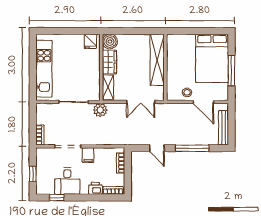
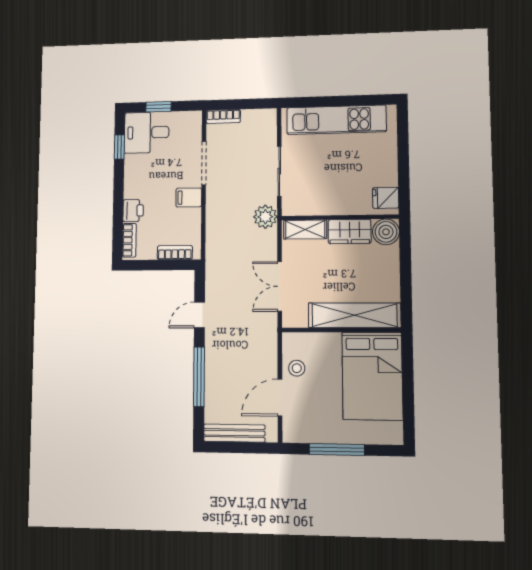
bed: (212, 58) -> (372, 376), moved, turned -90
desk: (67, 181) -> (147, 132), moved

